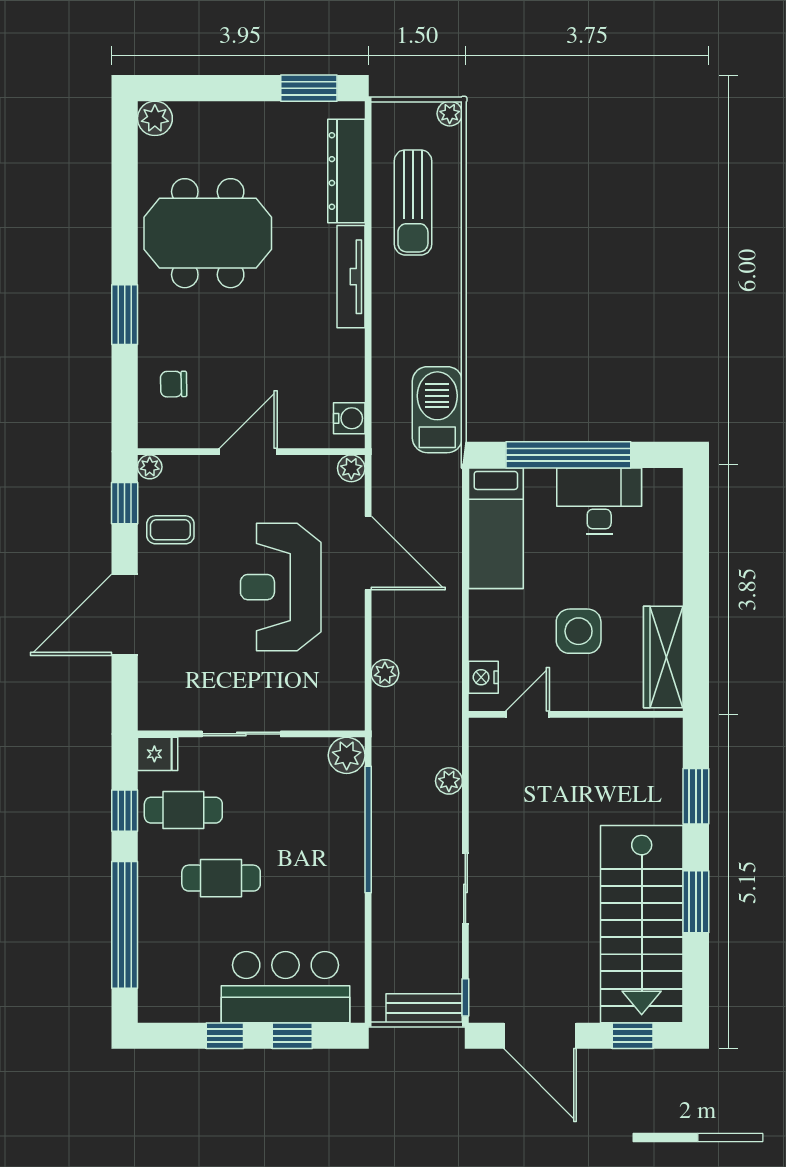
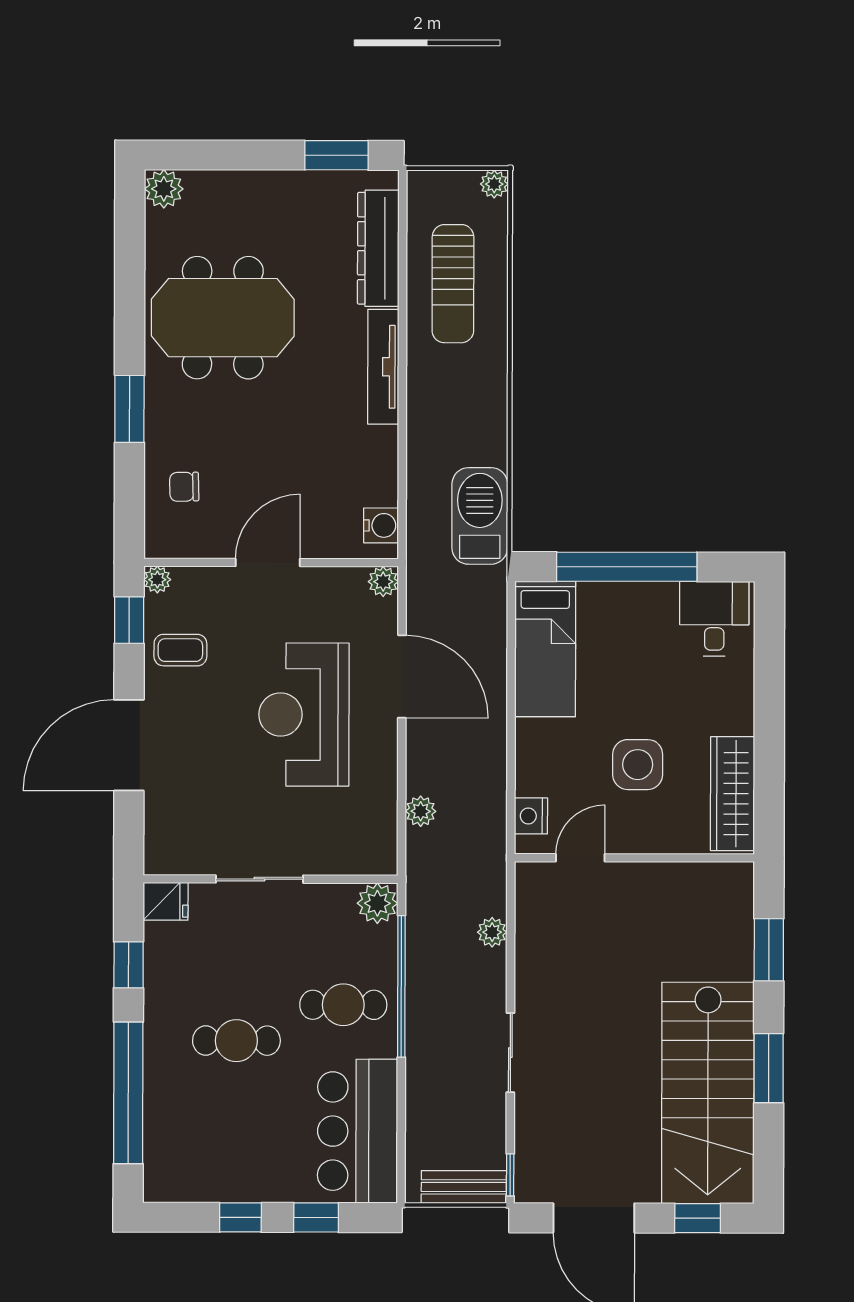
desk: (599, 501) -> (714, 619), moved, width x0.73
cafe table: (183, 810) -> (343, 1005), moved
bar counter: (286, 987) -> (357, 1131), moved, turned -90

